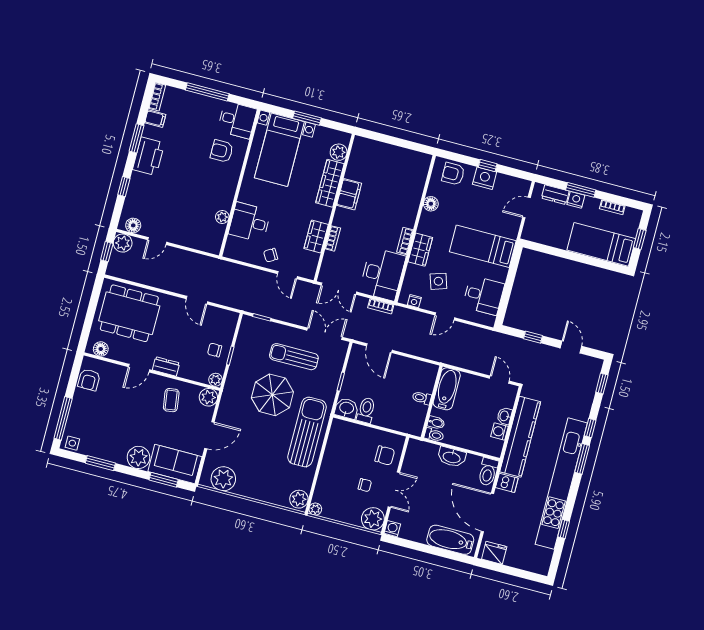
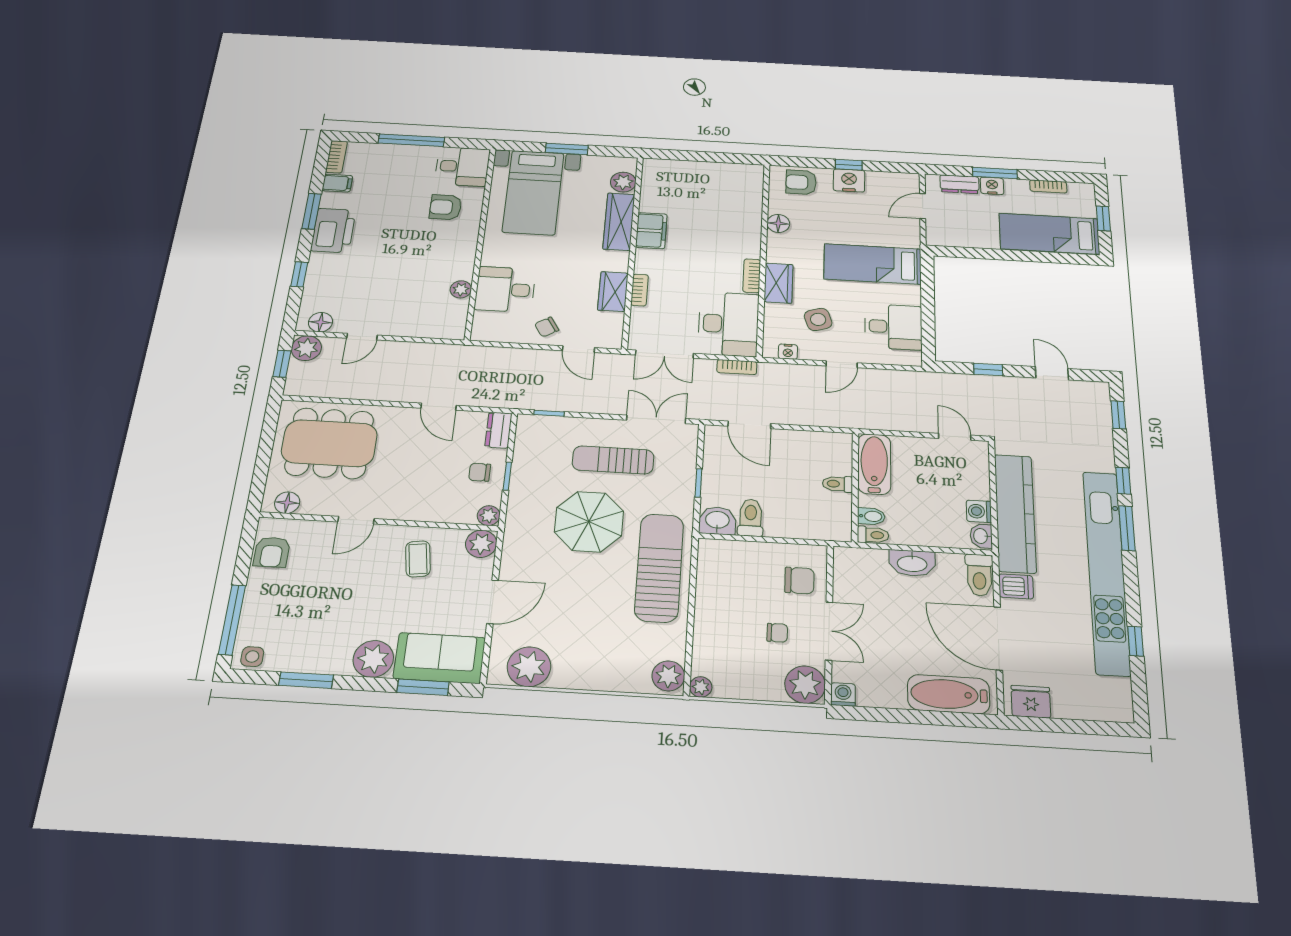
dresser: (166, 366) -> (498, 430), moved, turned -90
washbasin: (504, 416) -> (981, 536), moved

